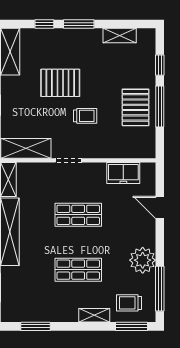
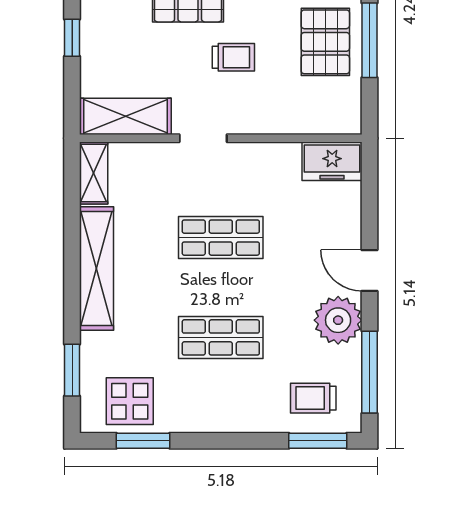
freezer: (123, 173) -> (332, 161), moved
door: (160, 207) -> (369, 270), moved
display table: (28, 305) -> (130, 401), added
shelving: (94, 315) -> (250, 421), removed

